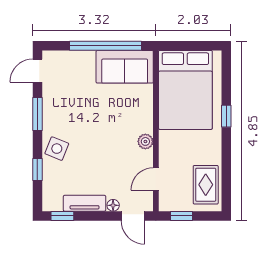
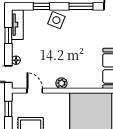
tv unit: (85, 203) -> (17, 25), moved
window: (62, 216) -> (8, 35), moved

